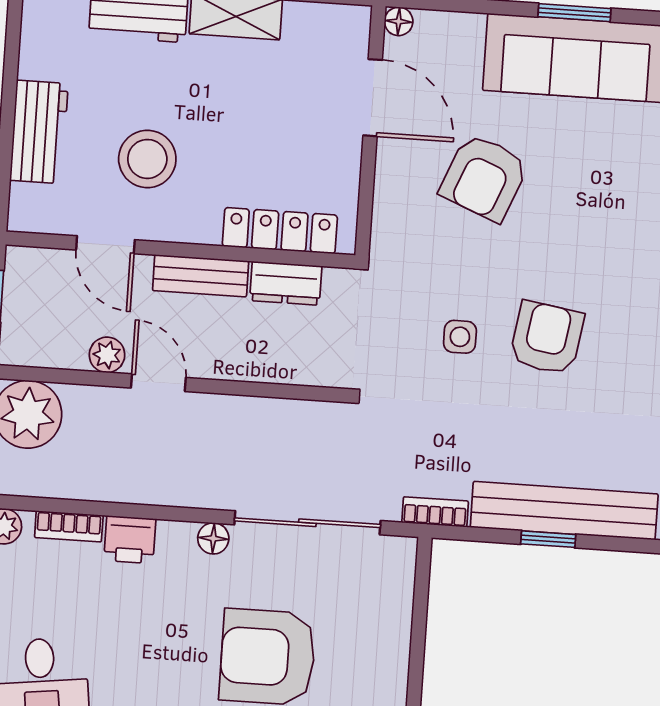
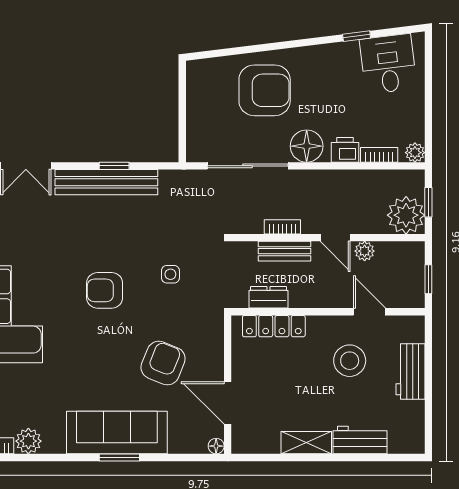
bench: (201, 276) -> (284, 251), moved
armchair: (547, 338) -> (105, 290), moved, turned 81
bookcase: (435, 512) -> (282, 227), moved, turned 180
floor lamp: (213, 538) -> (307, 146), width x1.89, depth x1.89

